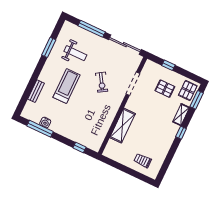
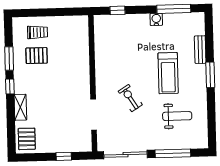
window: (49, 47) -> (210, 75), moved
weight bench: (75, 53) -> (177, 116), turned 180
pallet: (165, 89) -> (37, 56), moved
window: (197, 100) -> (9, 58), moved
water cooler: (45, 122) -> (156, 19), moved
shelving: (123, 126) -> (81, 61), removed

